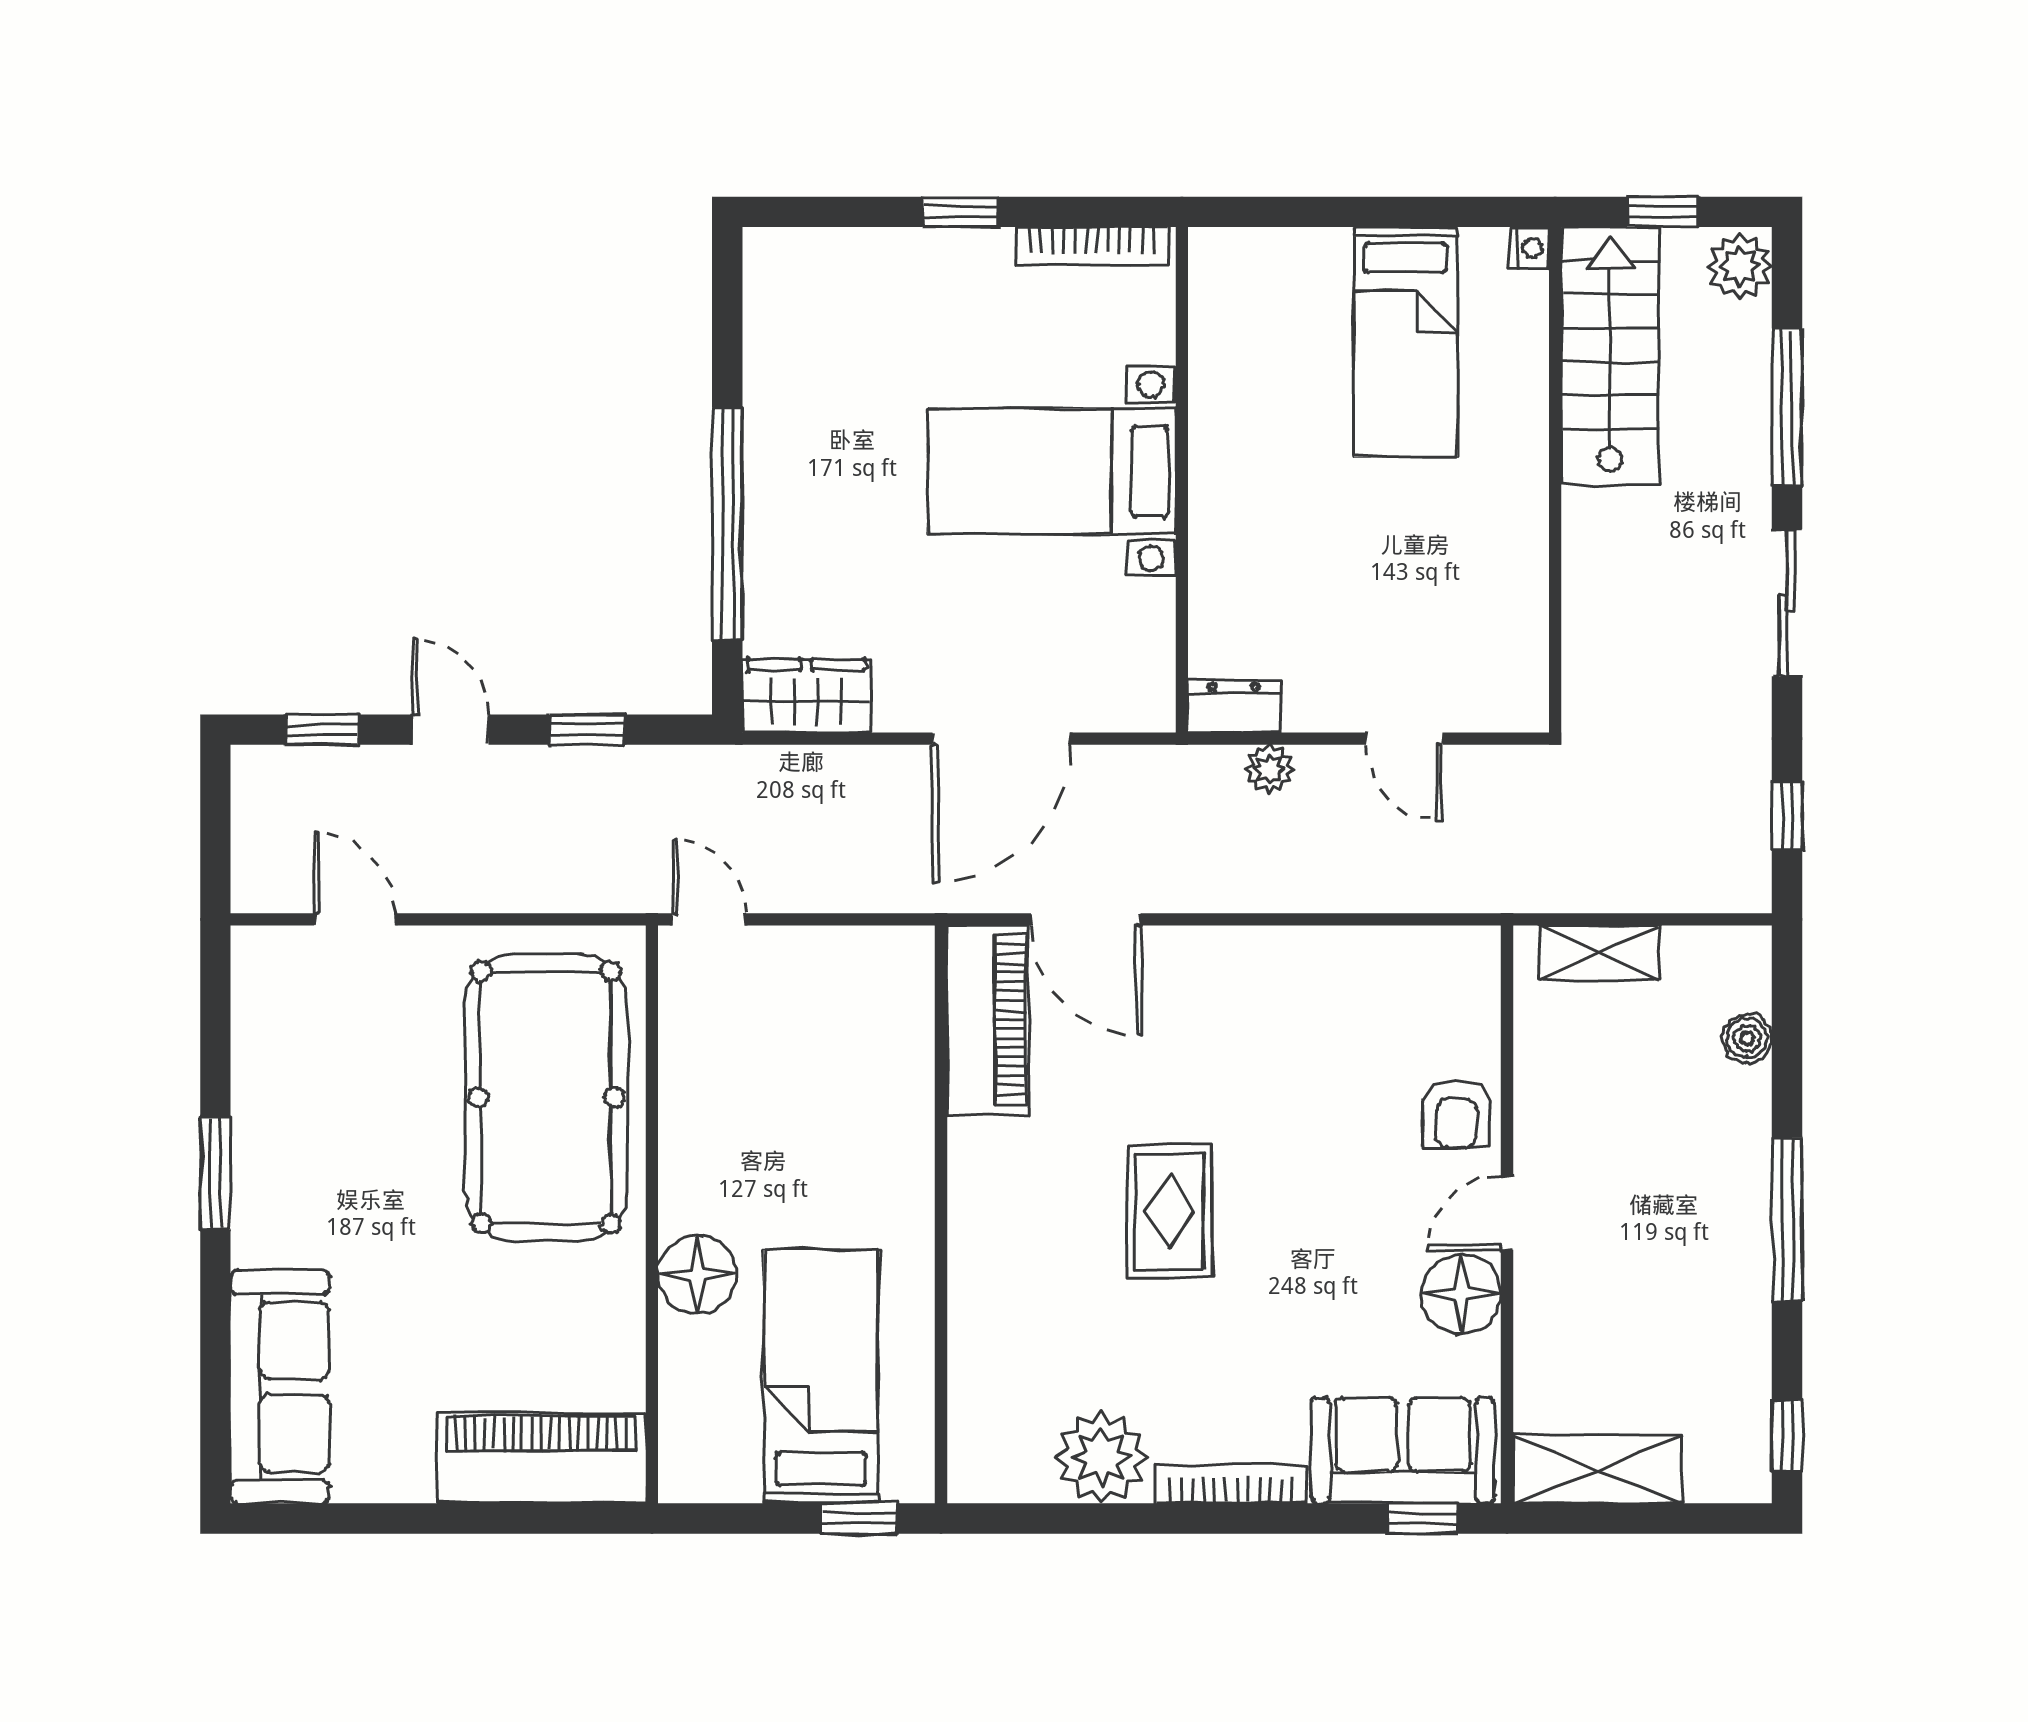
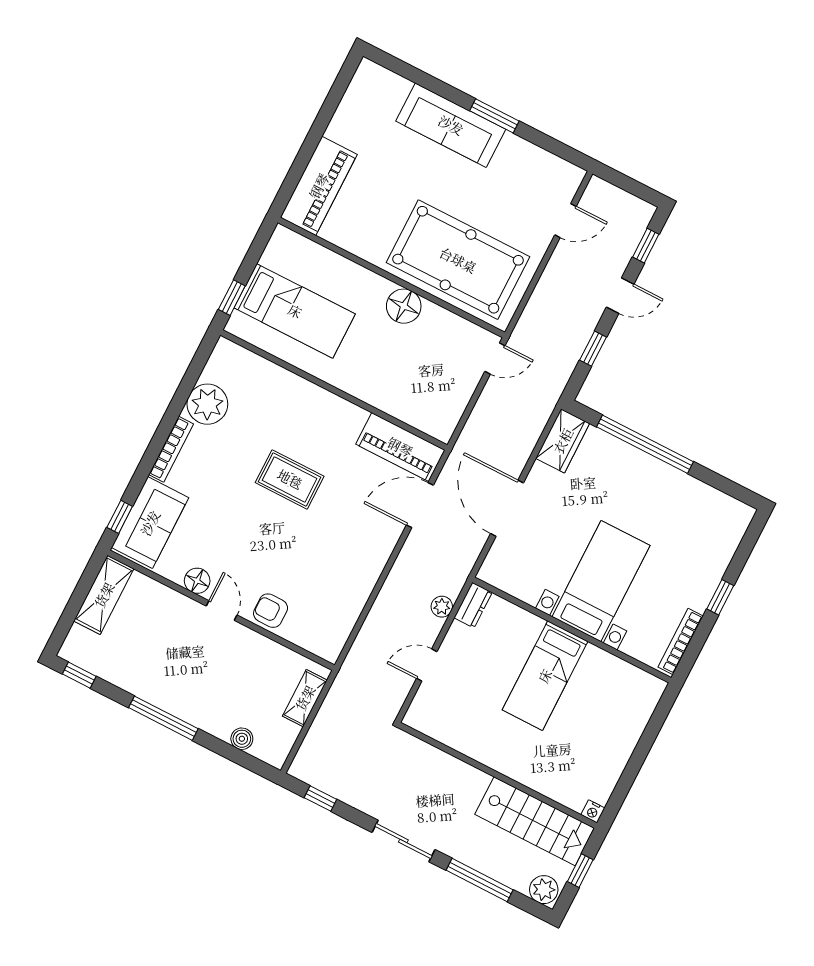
bed: (1406, 342) -> (545, 676), moved, turned -90
floor lamp: (697, 1274) -> (404, 306), moved
floor lamp: (1461, 1294) -> (197, 581), width x0.73, depth x0.73
sofa: (280, 1387) -> (451, 125), moved

